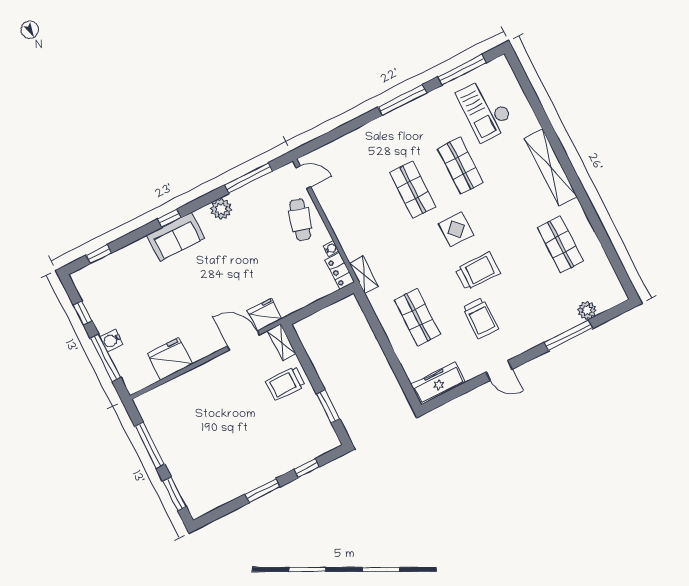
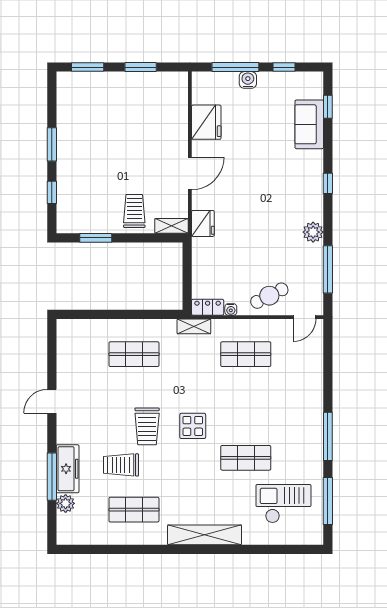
shop shelf: (413, 190) -> (246, 354), moved
cafe table: (300, 220) -> (269, 296), turned -42
sofa: (175, 237) -> (309, 124), moved
trolley: (480, 318) -> (121, 465), moved
door: (243, 340) -> (190, 173), moved
freezer: (438, 383) -> (68, 469), moved
window: (150, 445) -> (141, 67), width x0.69

